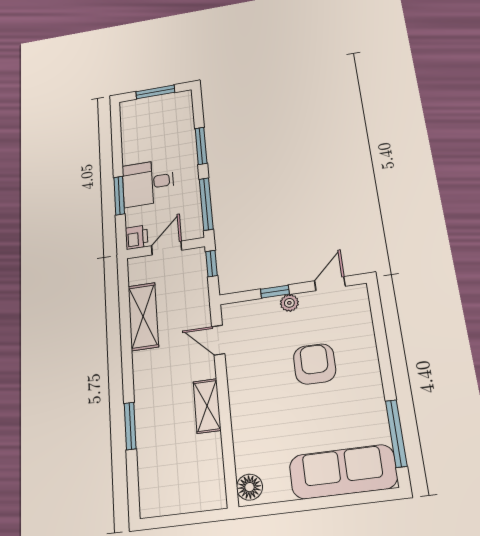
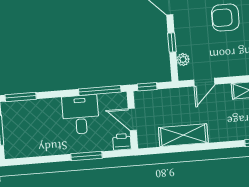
window: (201, 146) -> (21, 97), moved
desk: (148, 183) -> (81, 115), moved, turned 180
plant: (289, 303) -> (183, 60), moved

